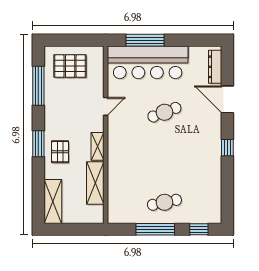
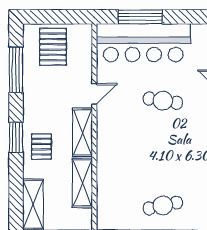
pallet: (70, 66) -> (53, 47), turned 90
cafe table: (164, 112) -> (163, 101), turned 30
shelving: (98, 146) -> (82, 132), width x1.50, depth x1.33

